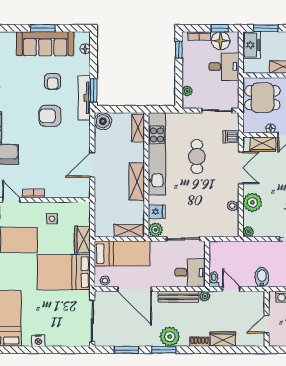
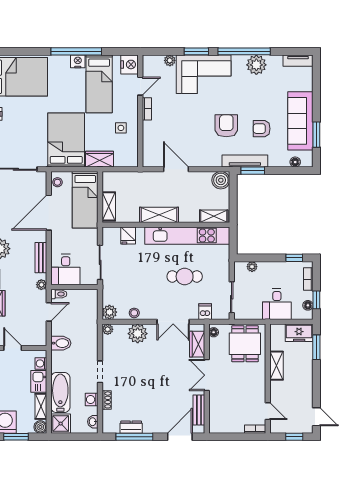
window: (43, 28) -> (316, 135), moved
floor lamp: (221, 41) -> (308, 305), width x0.53, depth x0.53
floor lamp: (271, 128) -> (214, 332), moved
plant: (155, 230) -> (109, 312), moved
bench: (178, 297) -> (41, 258), width x0.73

